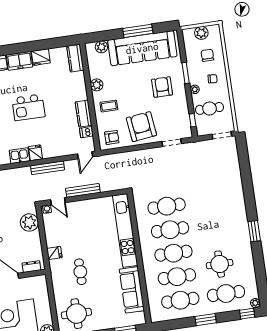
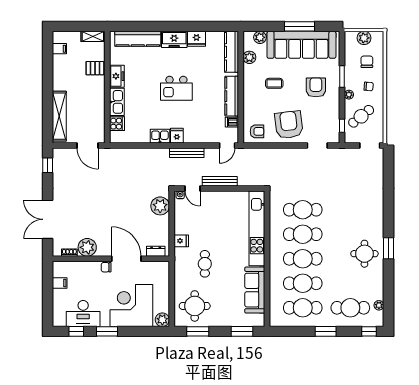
kitchen counter: (75, 58) -> (231, 52), width x1.50
plant: (97, 85) -> (249, 57), moved
coffee table: (109, 106) -> (274, 83), moved
cafe table: (209, 108) -> (361, 116), turned -39
kitchen counter: (84, 114) -> (232, 96), width x1.50
round table: (220, 264) -> (364, 254), moved
plant: (255, 303) -> (379, 305), moved

